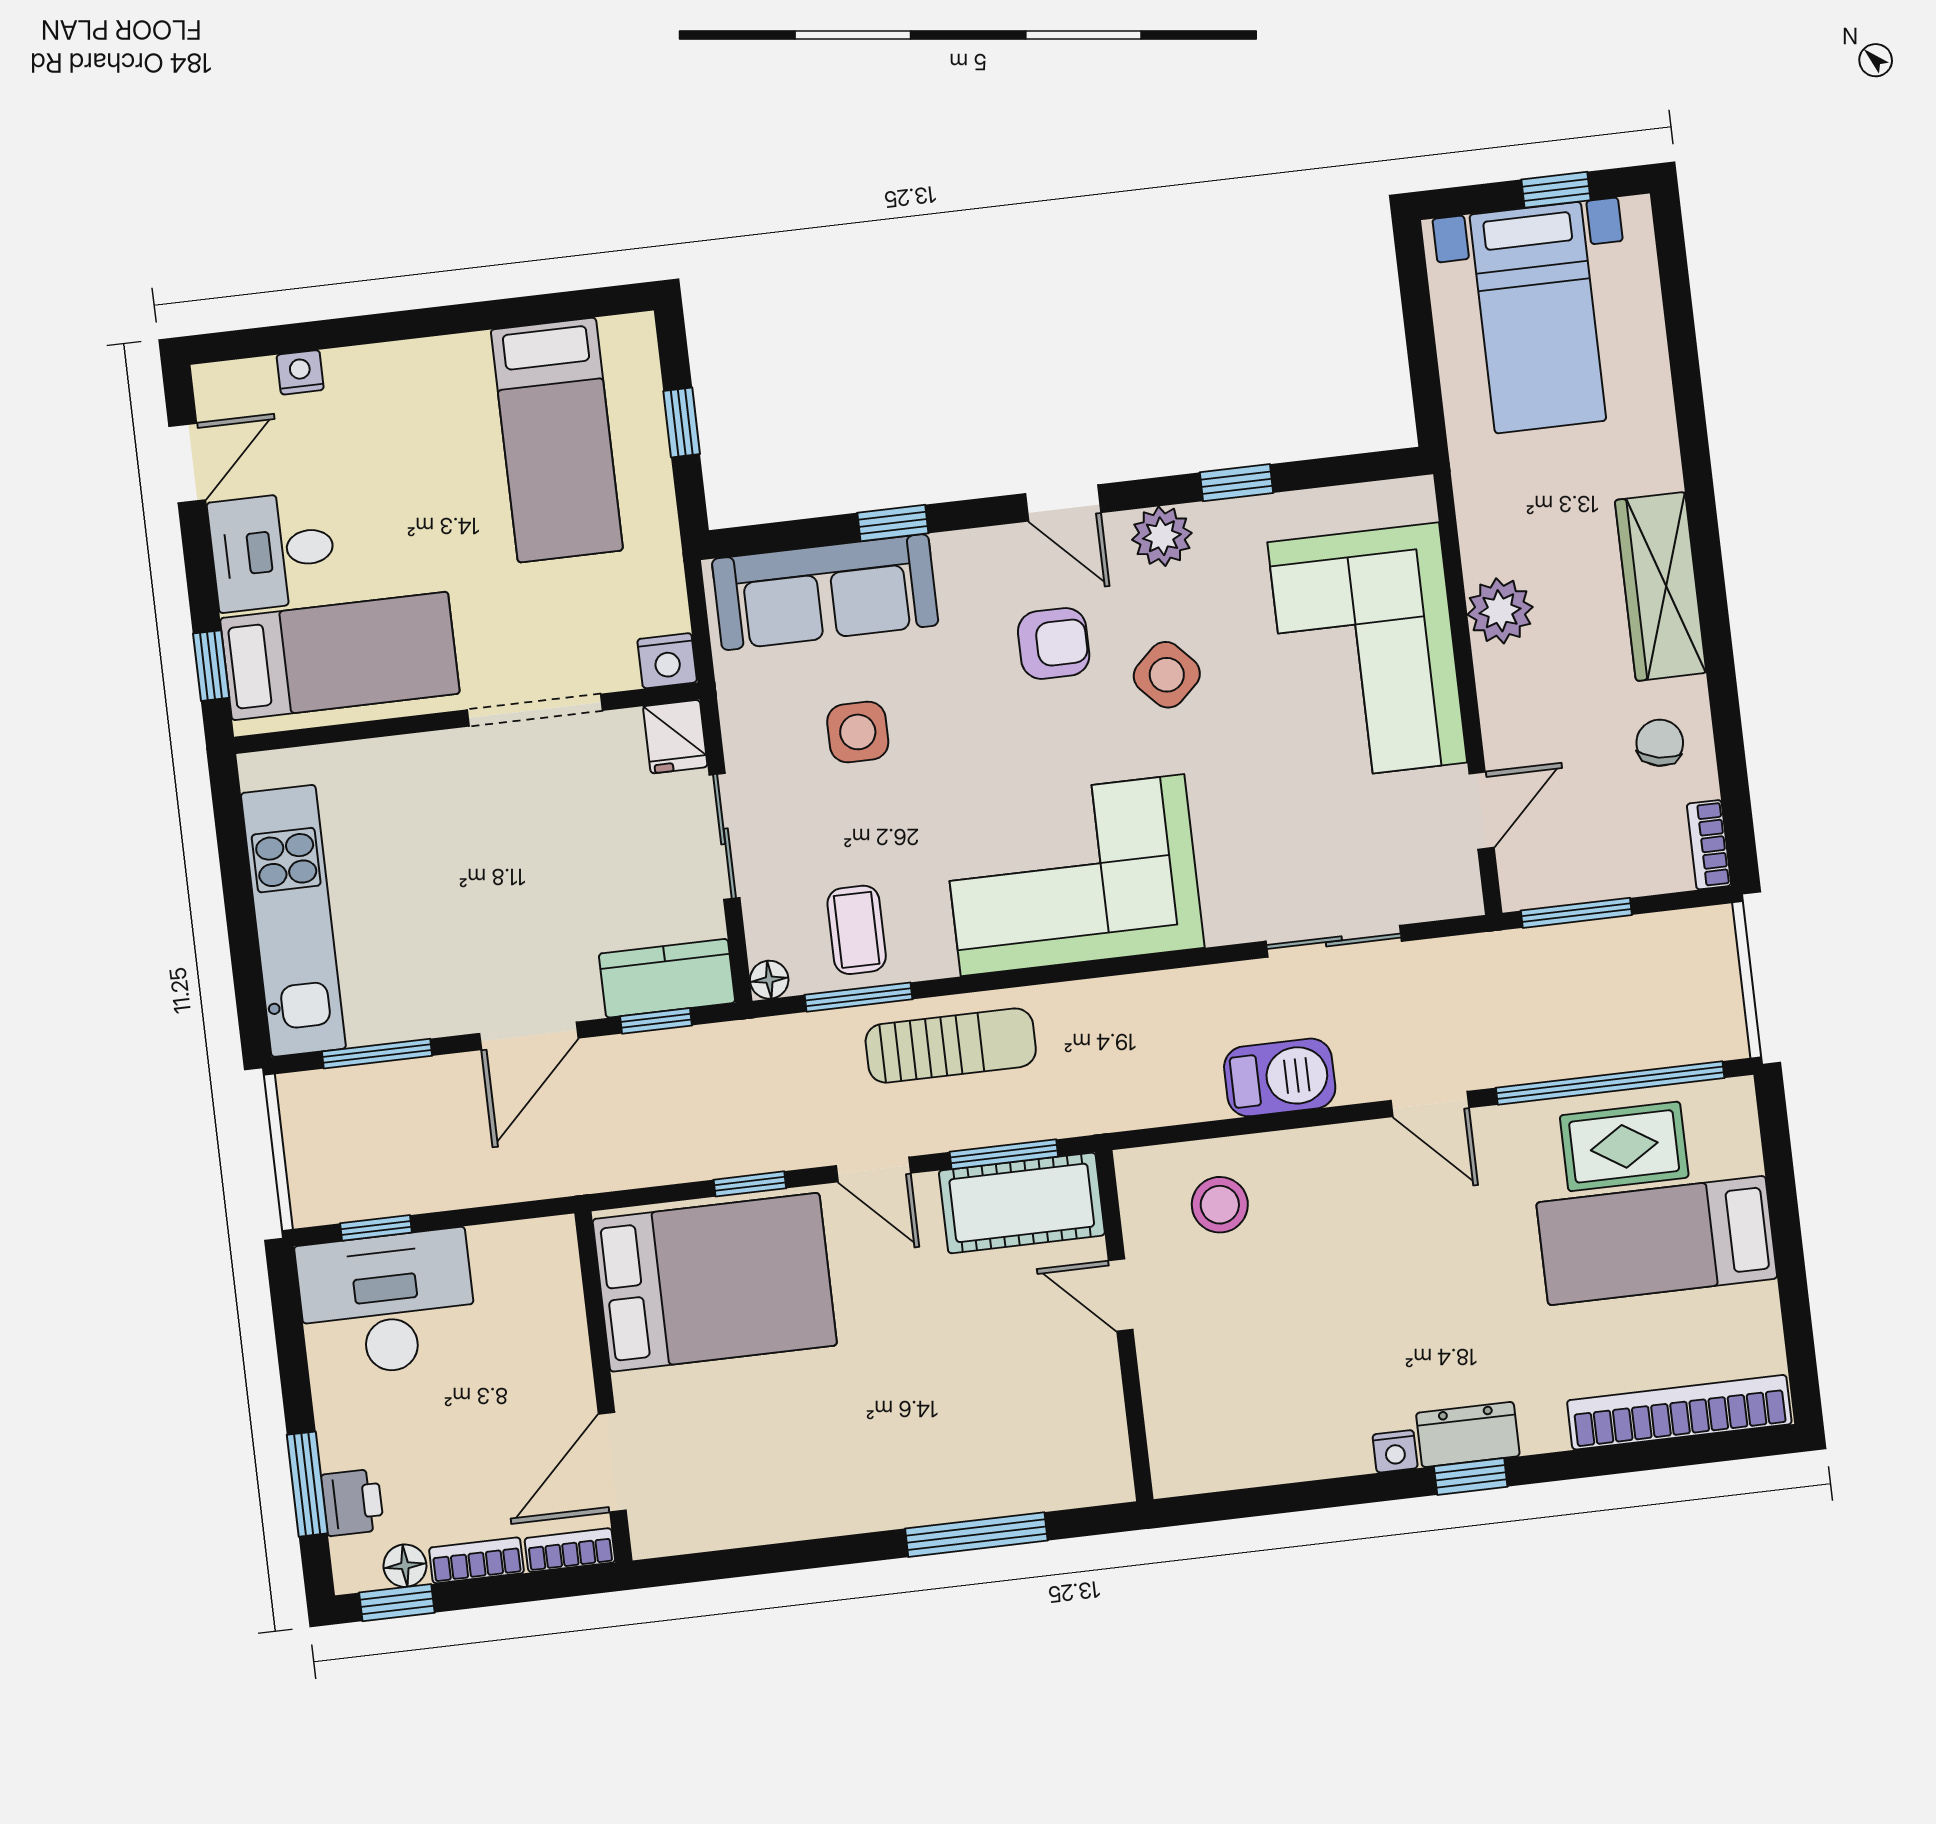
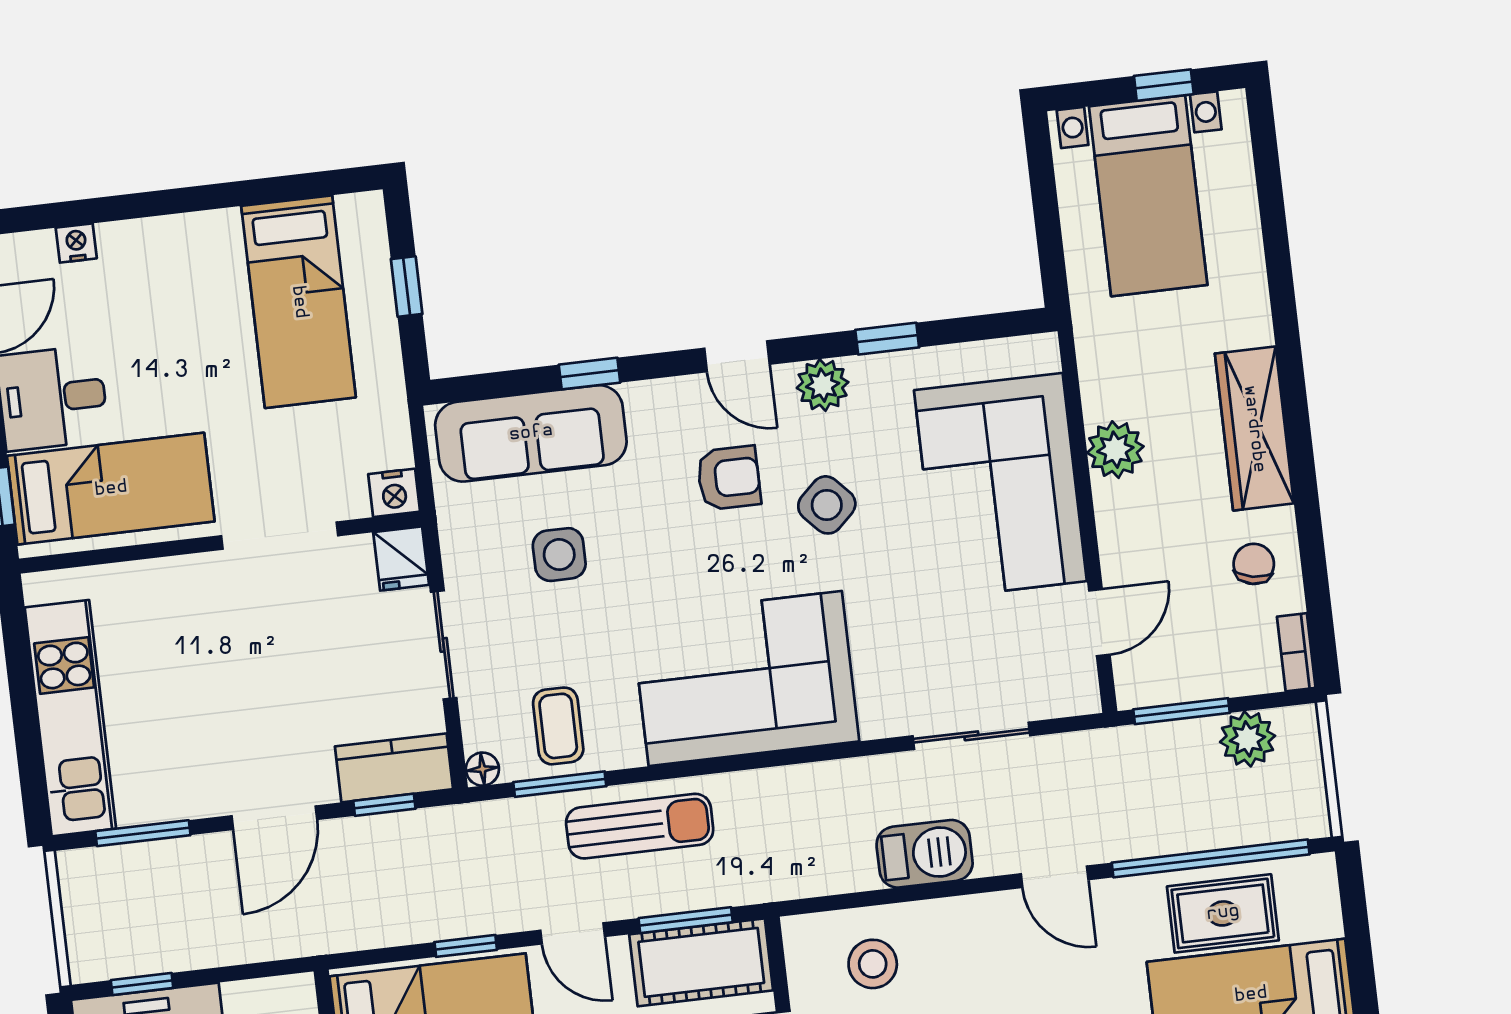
plant: (1653, 945) -> (1248, 739), added

